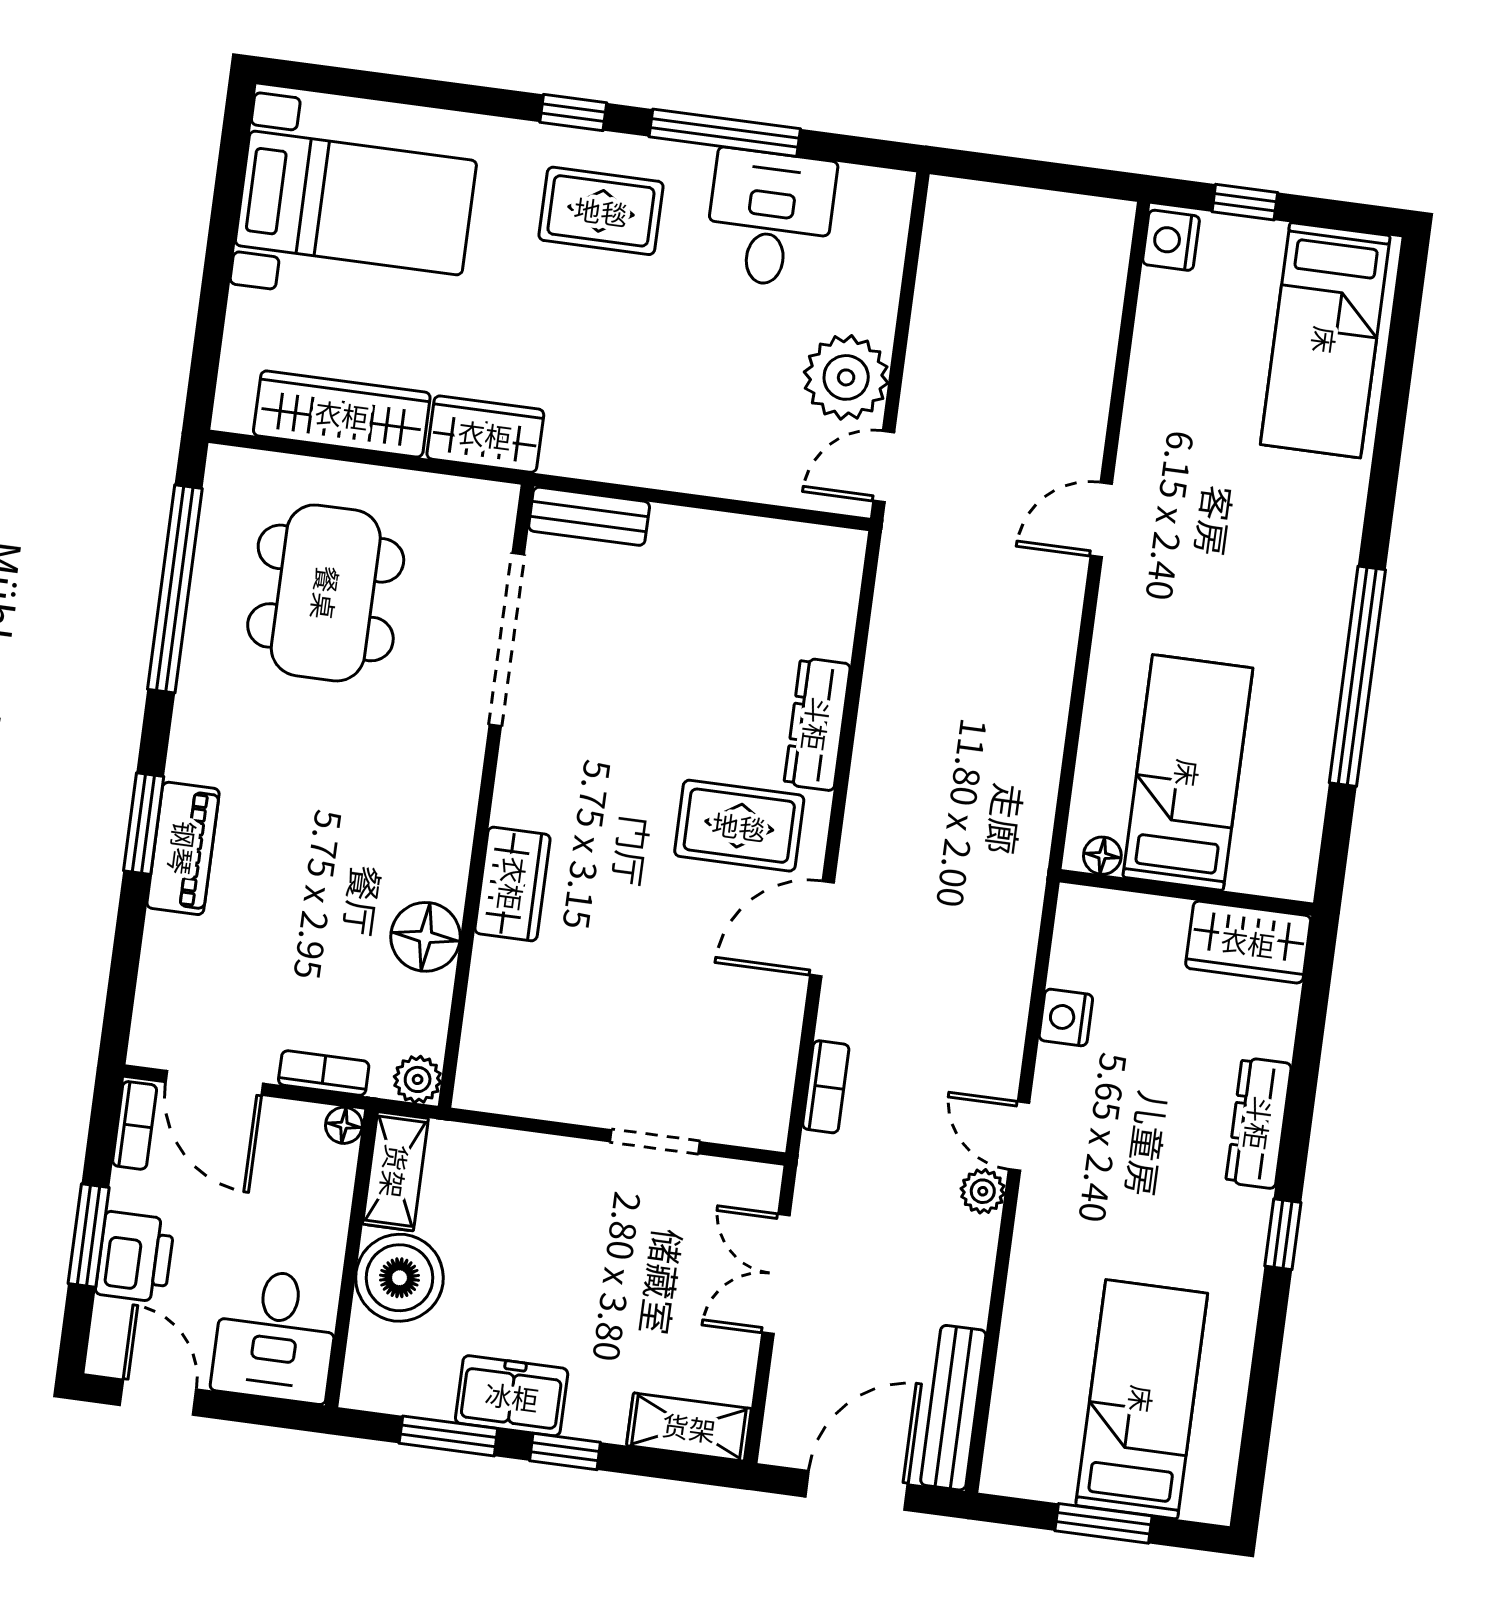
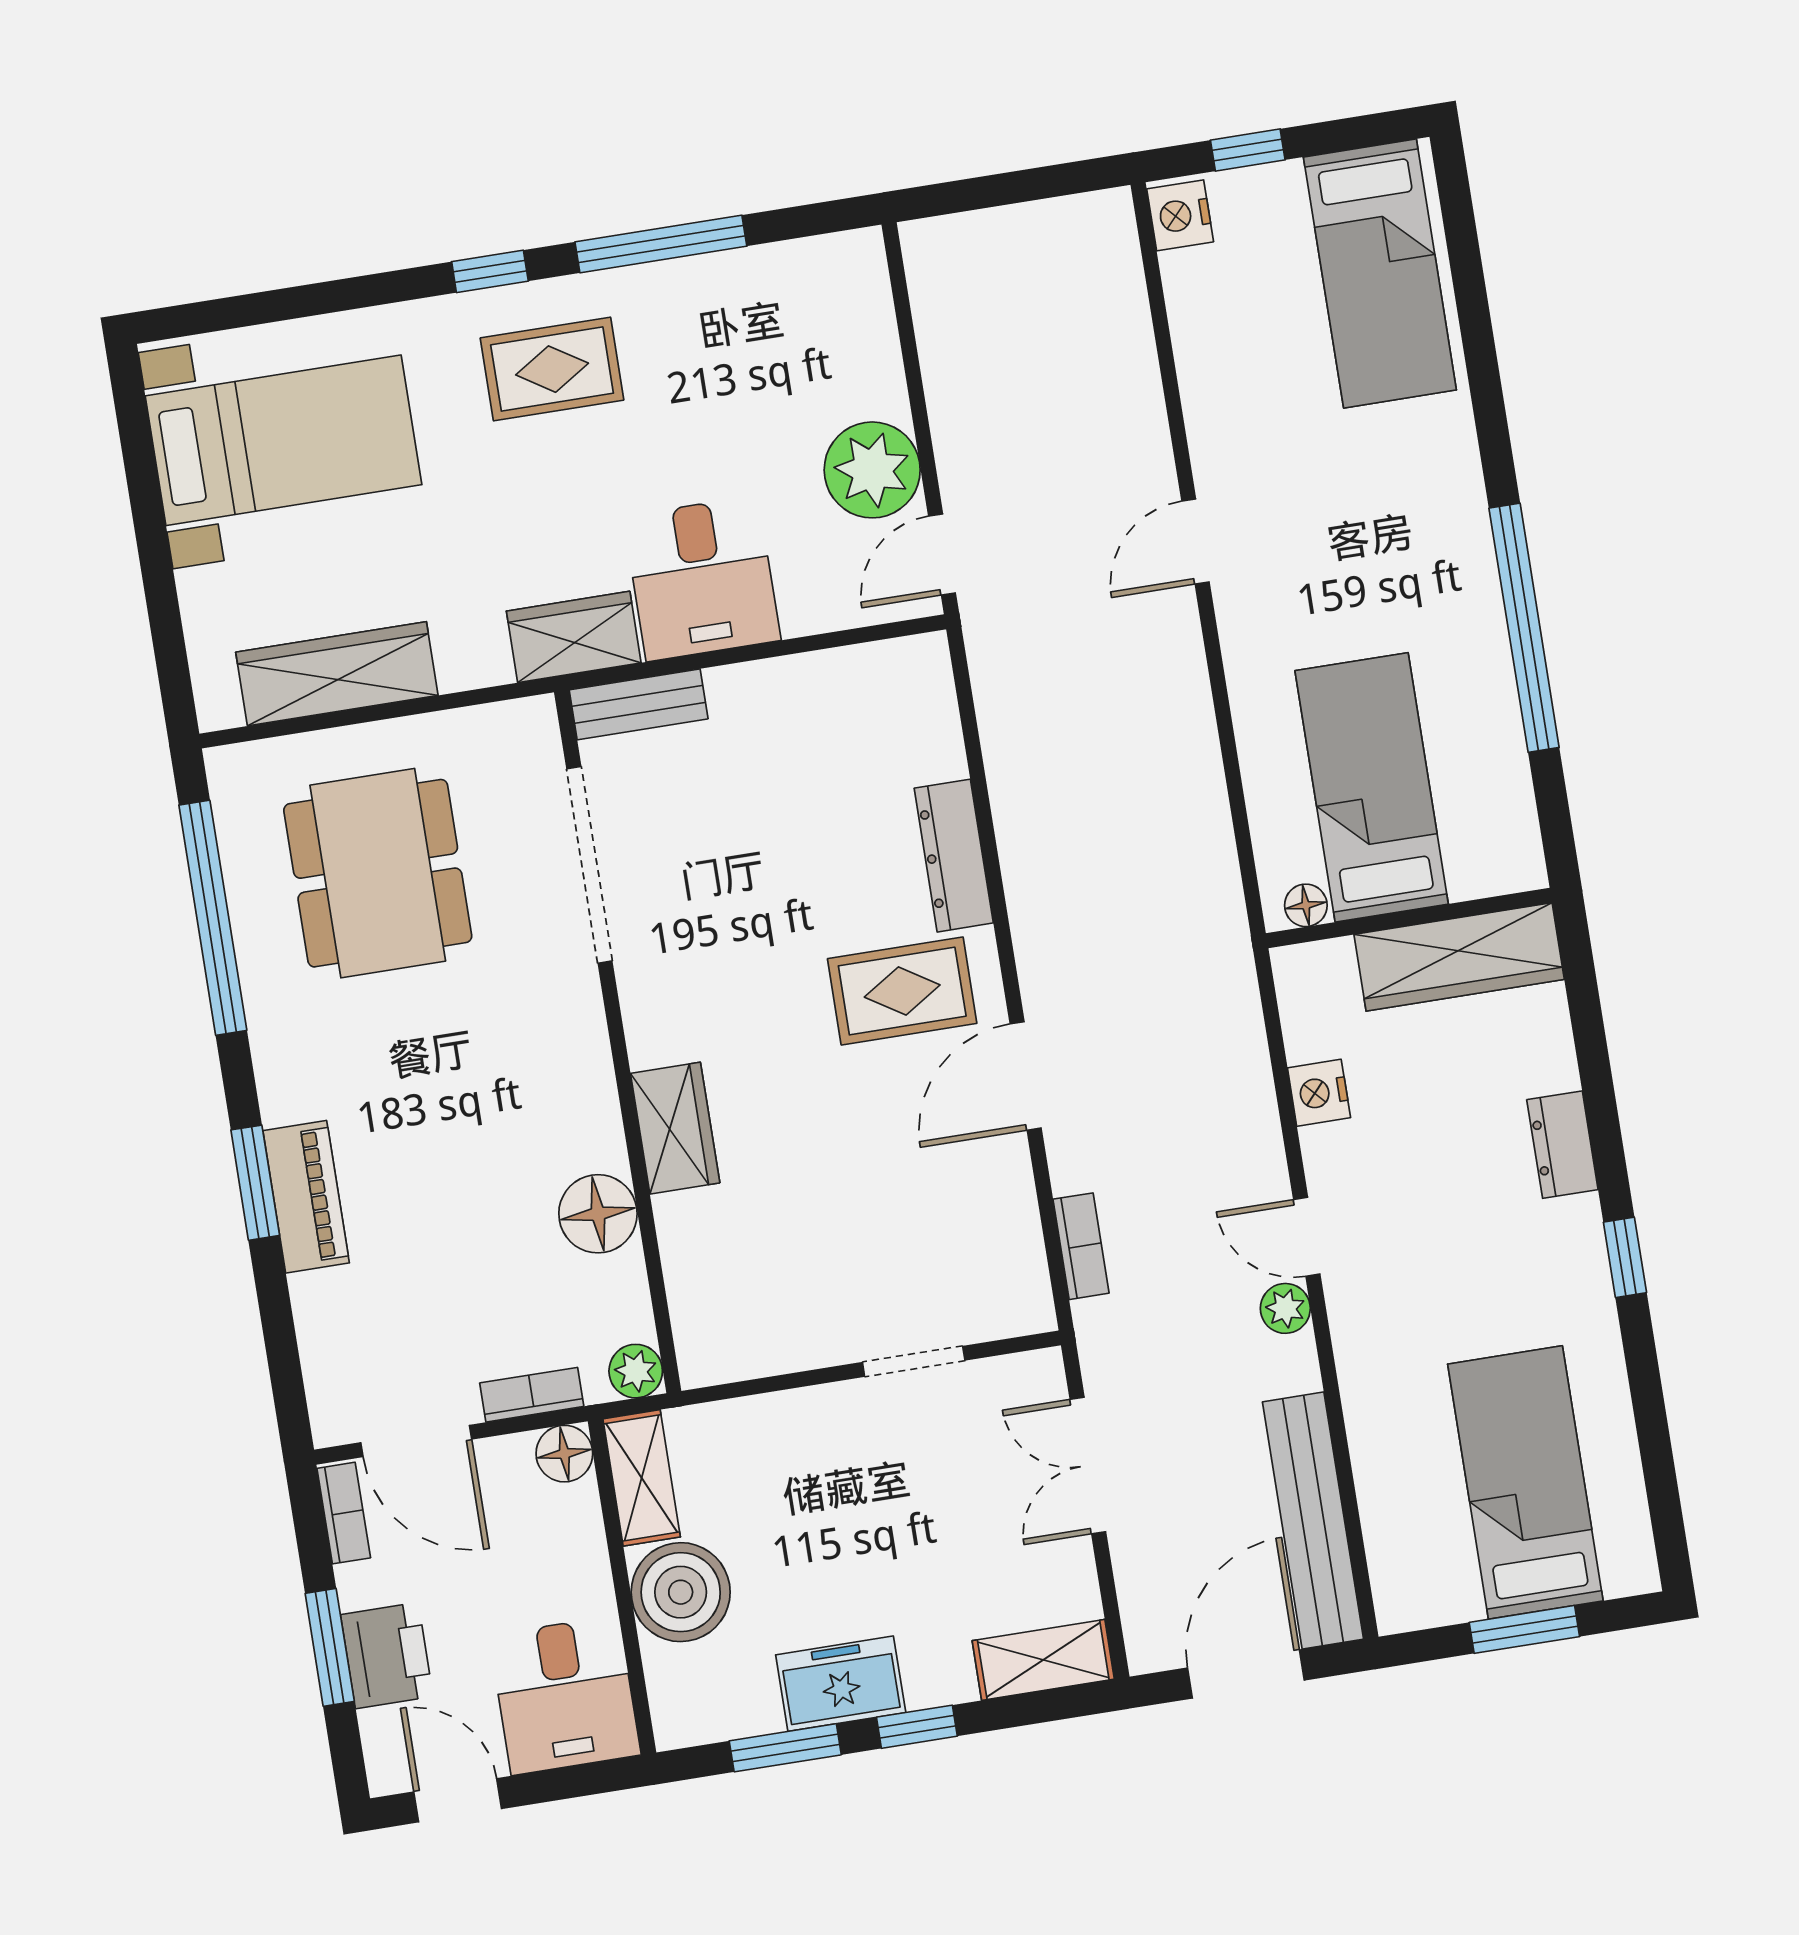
desk: (770, 219) -> (702, 578), moved, turned 180
wardrobe: (485, 434) -> (574, 637), moved
wardrobe: (1248, 942) -> (1459, 957), width x1.50
dresser: (1259, 1123) -> (1562, 1145), width x0.70
floor lamp: (344, 1125) -> (564, 1454), width x1.37, depth x1.37
bench: (953, 1408) -> (1313, 1521), width x1.37, depth x1.21

